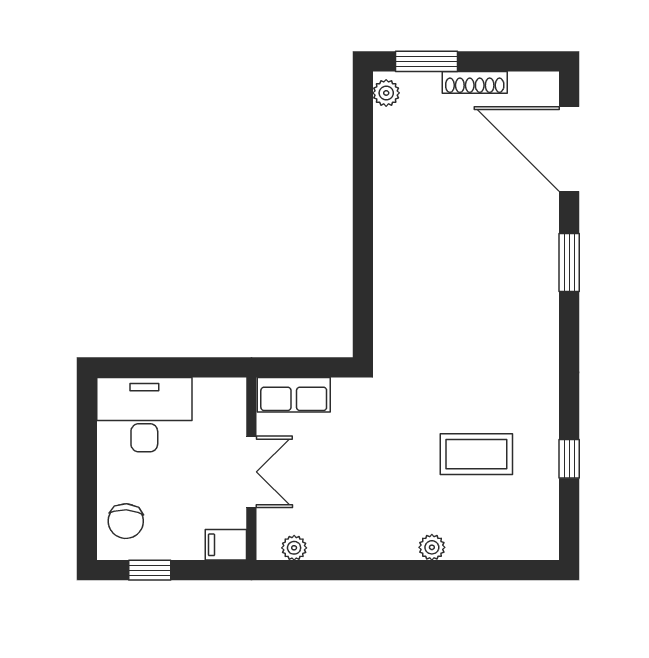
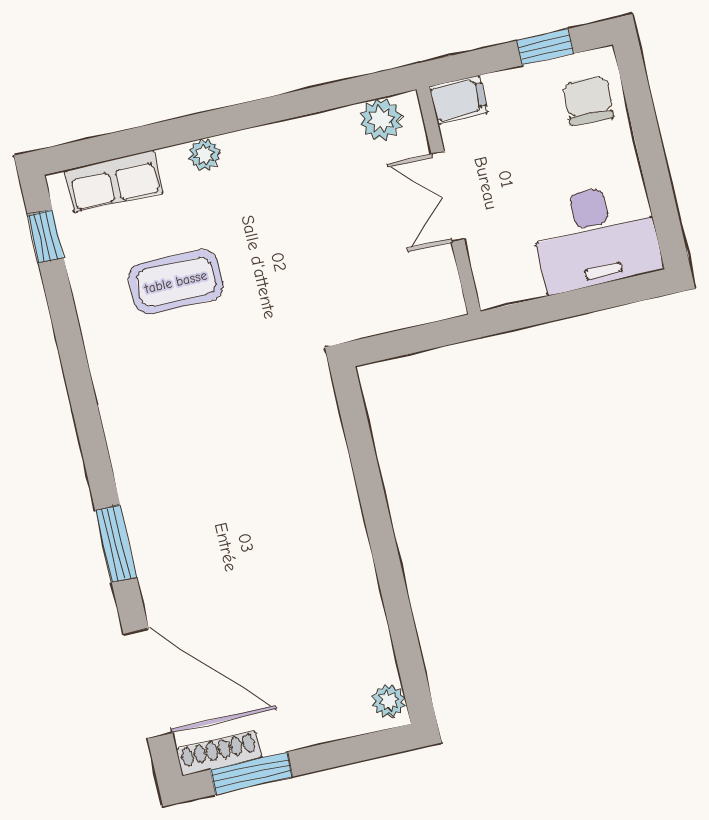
window: (426, 61) -> (251, 773), moved
shoe rack: (475, 82) -> (219, 753), moved
row of seats: (294, 395) -> (114, 181), moved, turned 180
window: (569, 459) -> (46, 236), moved
plant: (294, 548) -> (381, 120), width x1.38, depth x1.38

